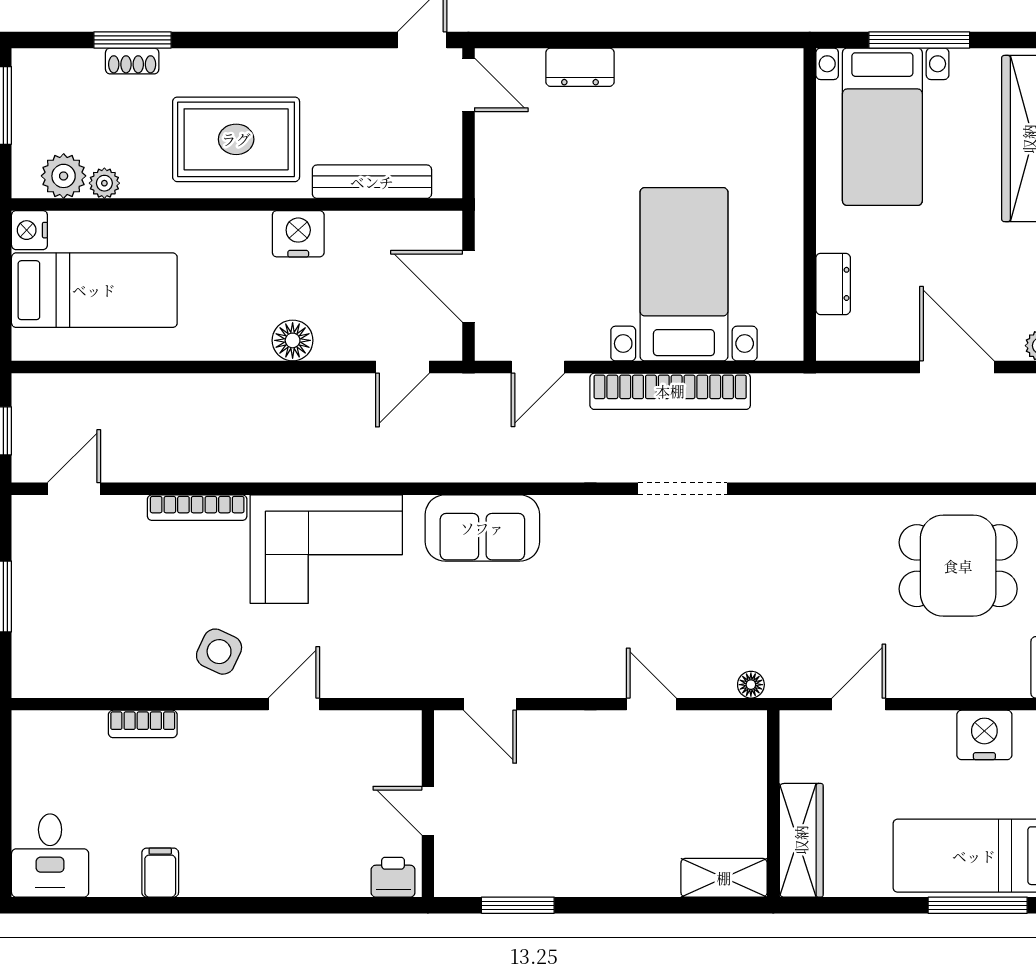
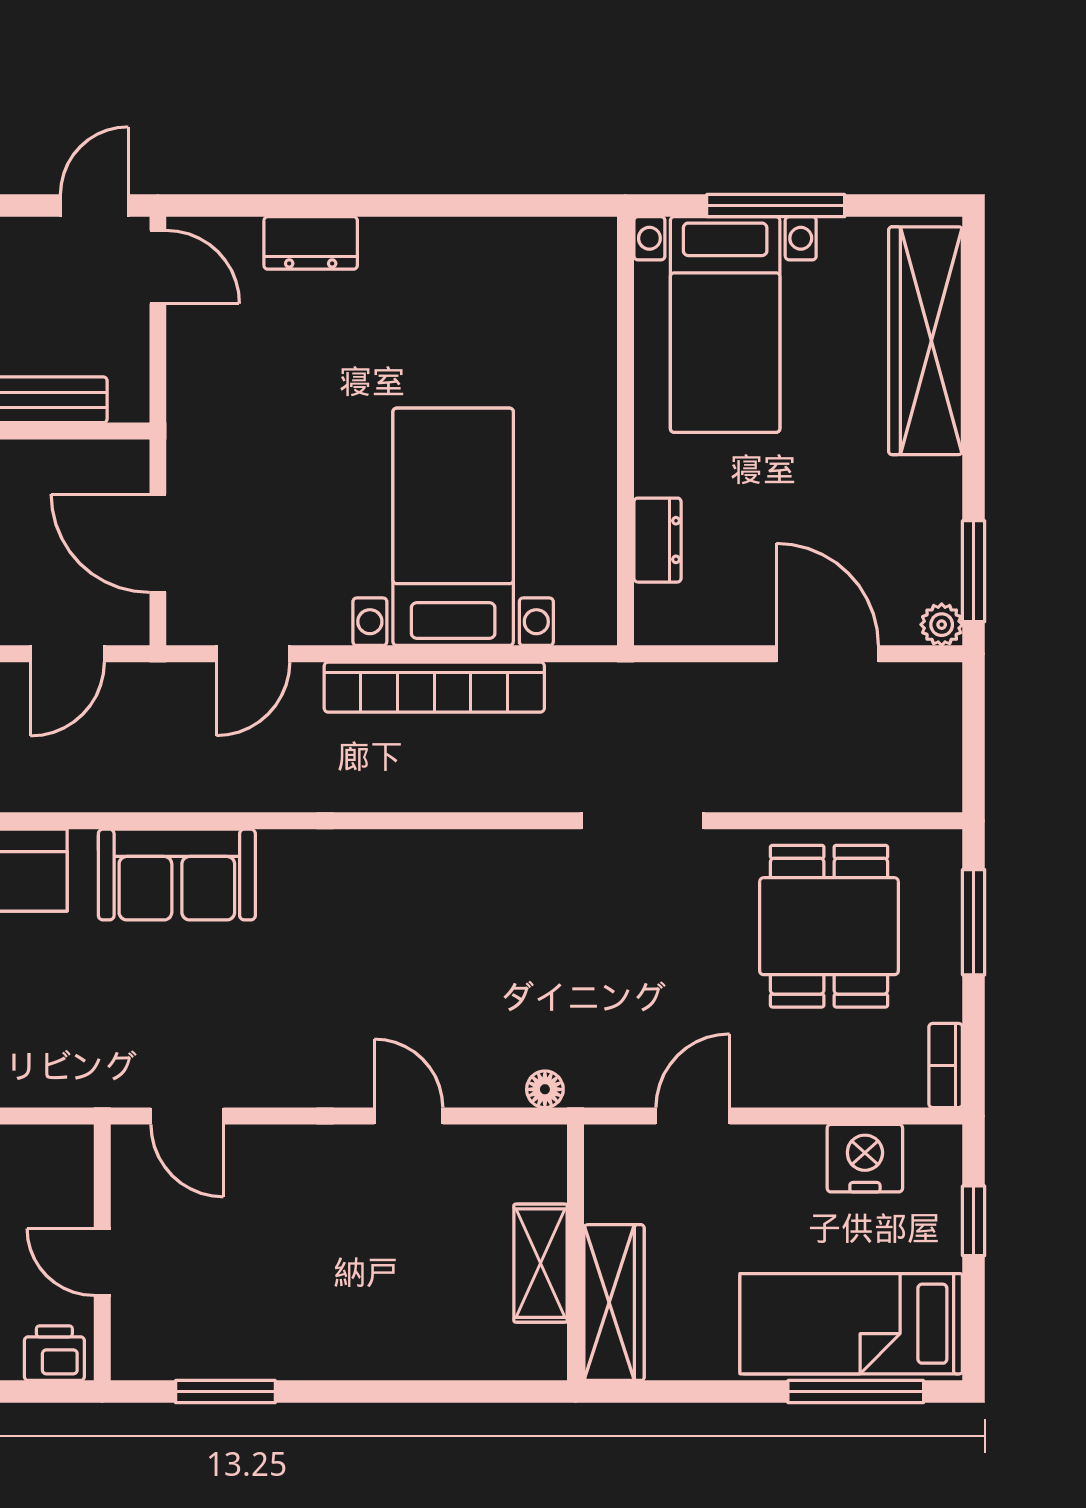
doorway: (683, 489) -> (643, 821), moved
dining table: (958, 566) -> (829, 926), turned 90
shelving: (724, 878) -> (541, 1263), moved, turned 90

